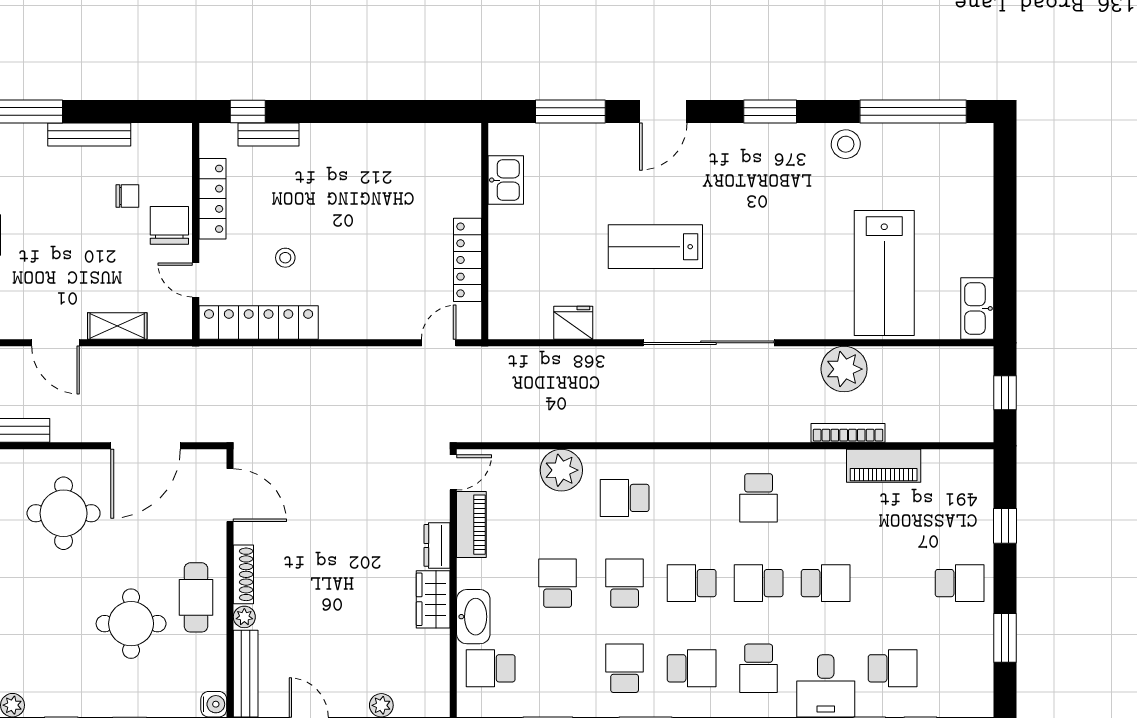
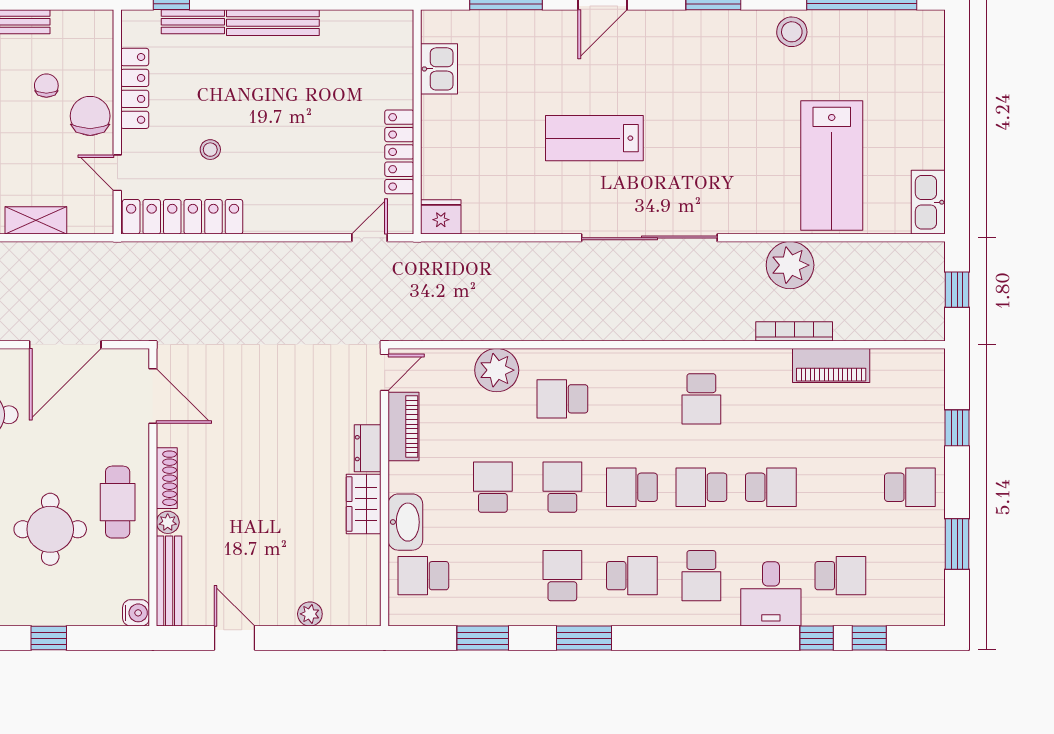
bench: (346, 135) -> (273, 23), added
chair: (127, 196) -> (46, 86), turned -90
fridge: (573, 323) -> (441, 217), moved

